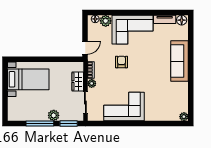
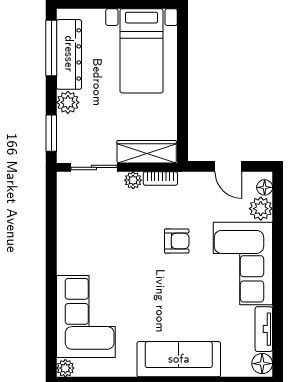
door: (85, 48) -> (228, 166), moved
wardrobe: (78, 82) -> (147, 152), width x1.50
corner sofa: (124, 107) -> (86, 317), moved
dresser: (30, 115) -> (69, 54), added
window: (40, 124) -> (51, 48), moved

